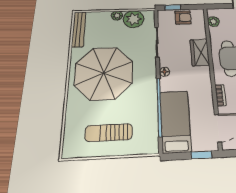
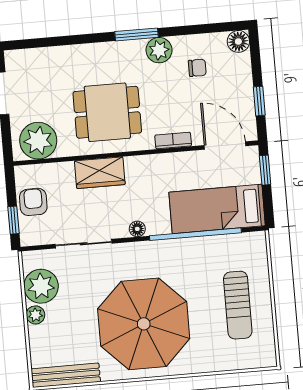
plant: (214, 22) -> (38, 141), width x1.87, depth x1.87

